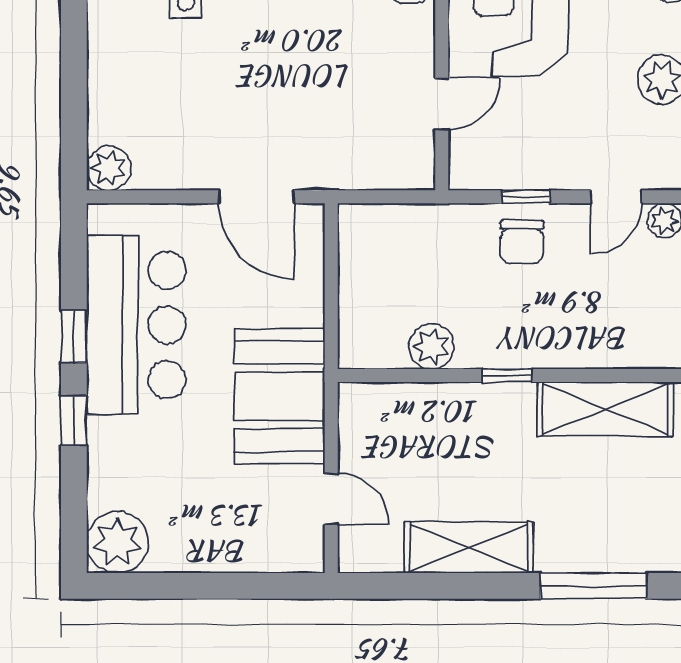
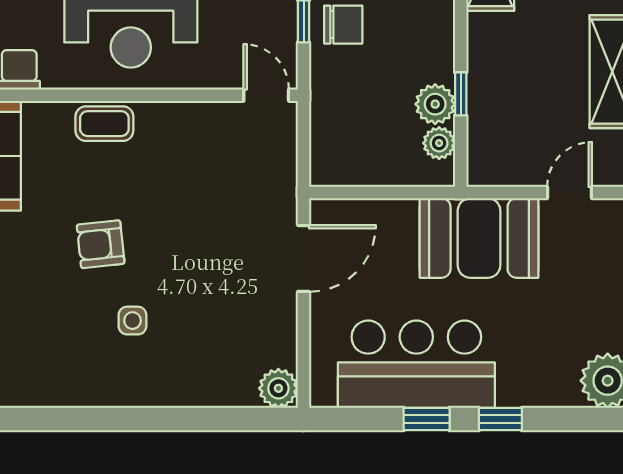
door: (442, 104) -> (266, 95), moved
plant: (387, 351) -> (439, 143), added
window: (507, 375) -> (461, 94), moved

